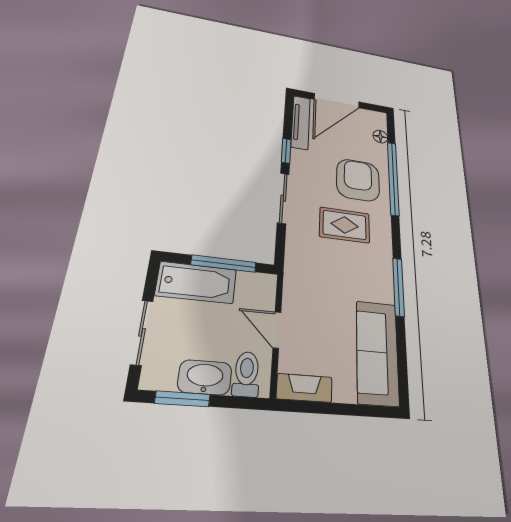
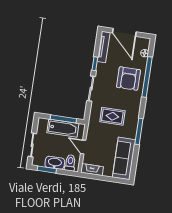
door: (337, 101) -> (124, 32), hinge flipped
armchair: (358, 180) -> (128, 79), turned 180
rug: (345, 225) -> (112, 116), moved
bathtub: (196, 283) -> (63, 128), moved

